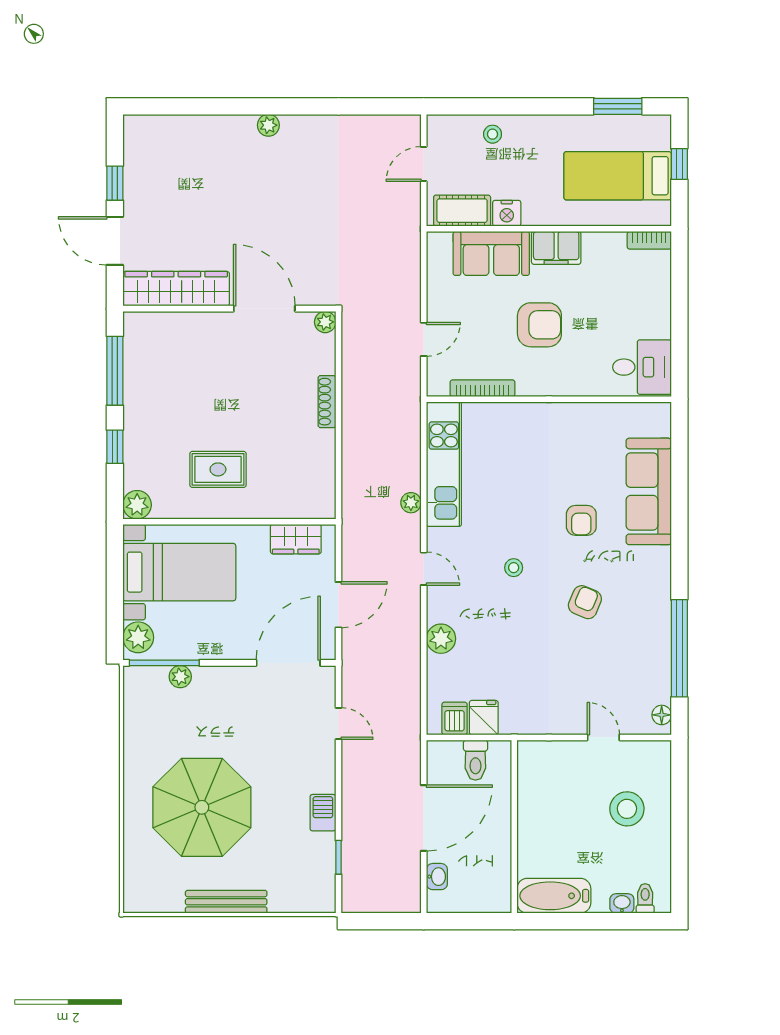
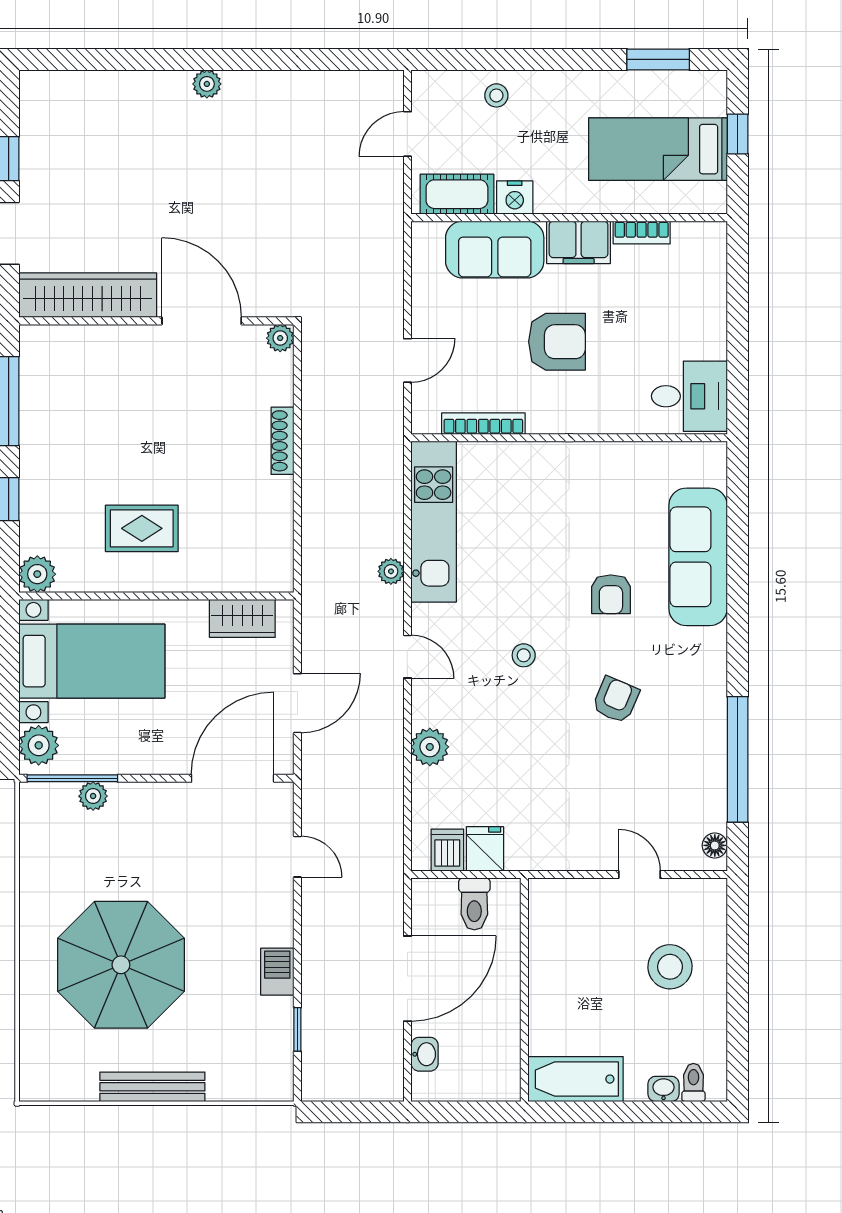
bookcase: (649, 240) -> (642, 232), moved

